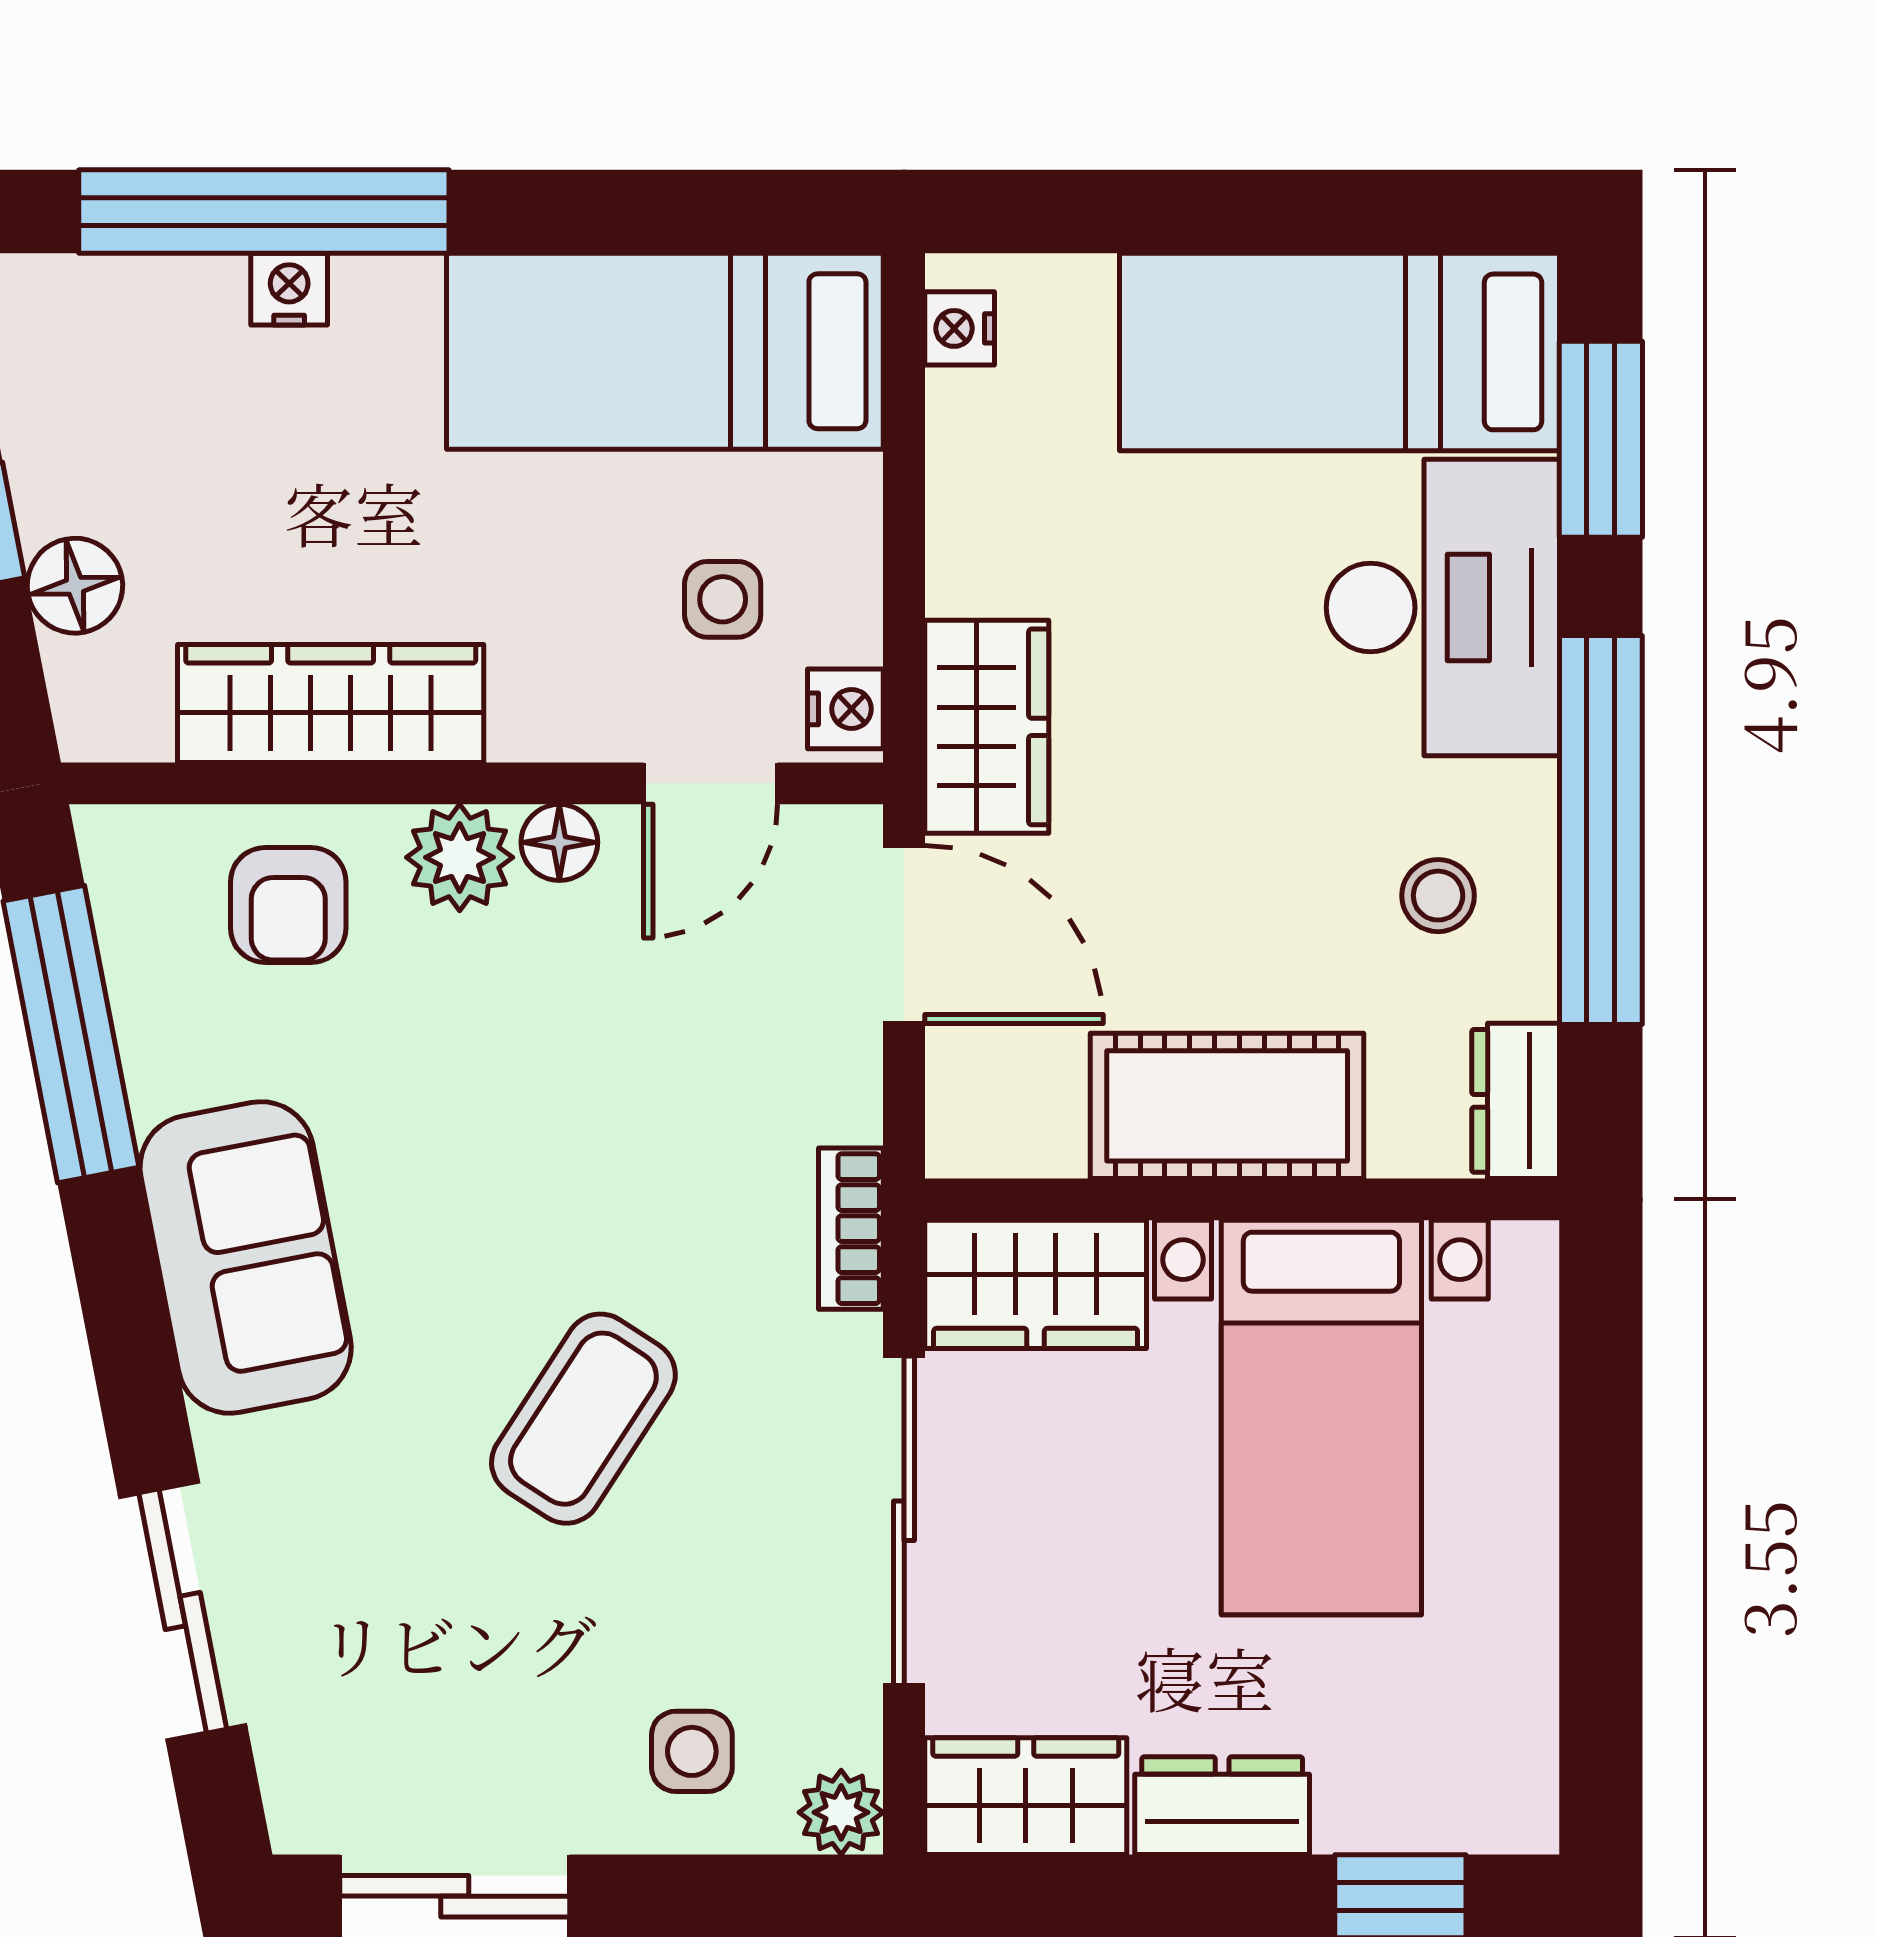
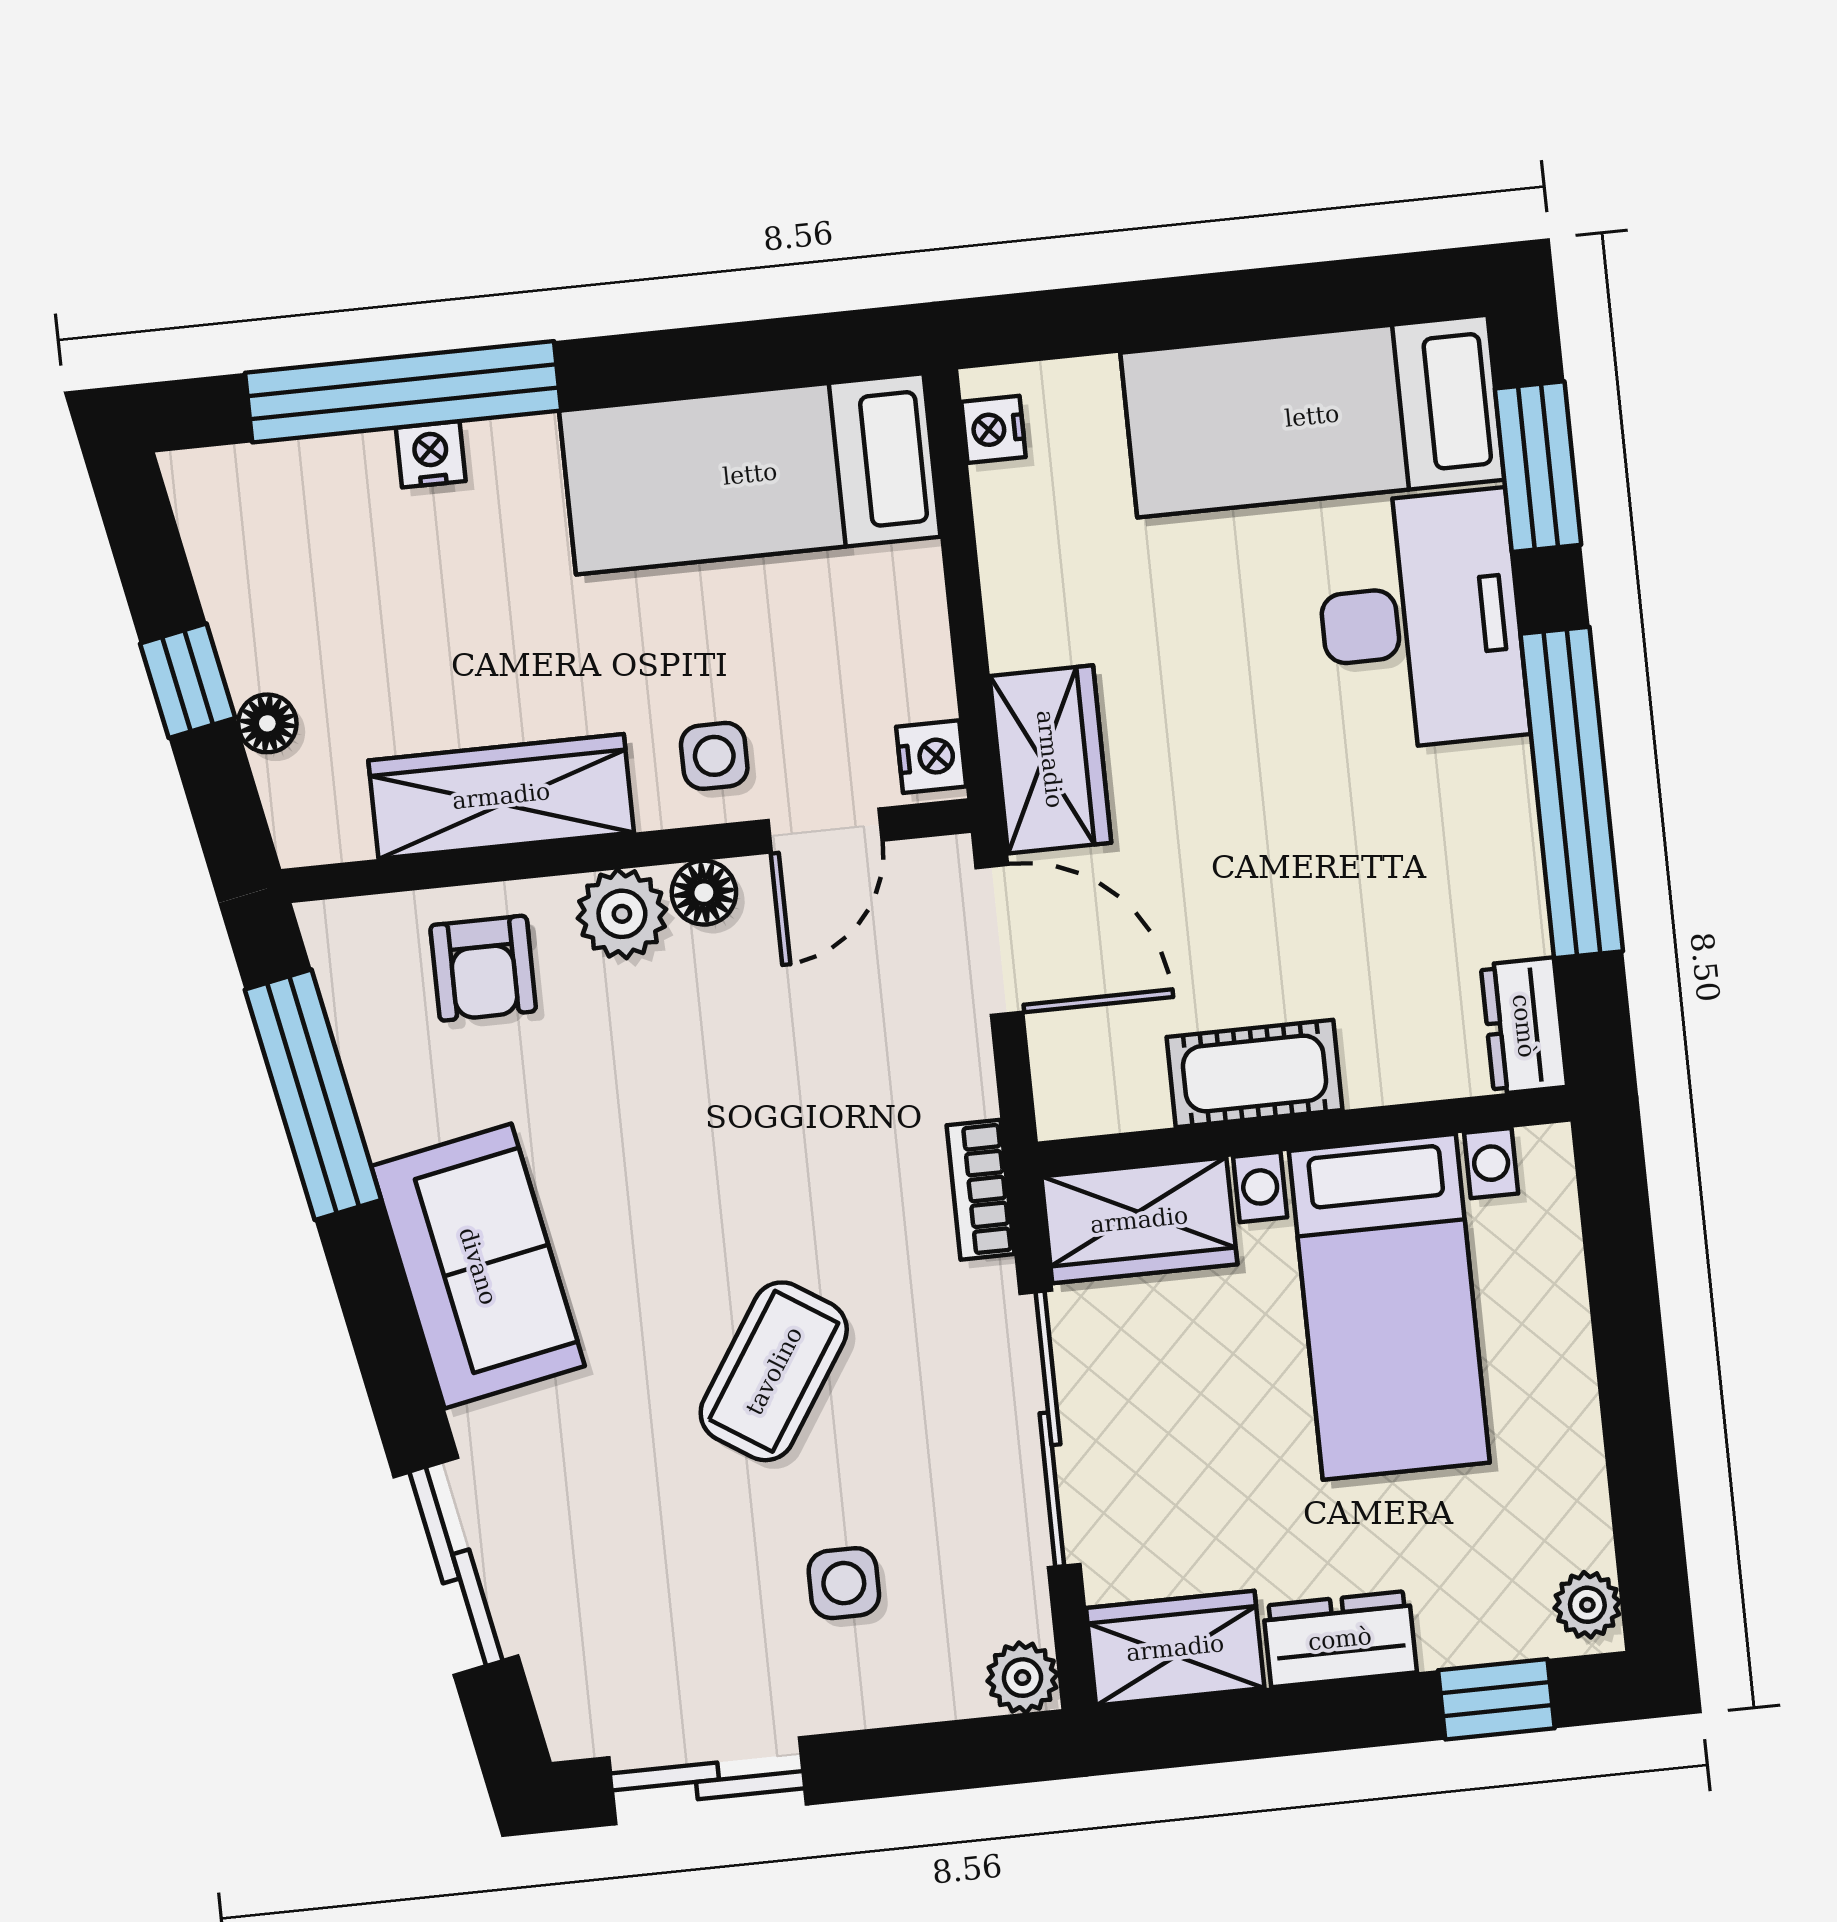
floor lamp: (75, 586) -> (267, 723), width x0.73, depth x0.73
side table: (723, 599) -> (714, 756), moved
stool: (1438, 896) -> (1442, 861), removed
cot: (1227, 1106) -> (1255, 1073), width x0.73, depth x0.75
side table: (692, 1751) -> (844, 1583), moved
plant: (1520, 1795) -> (1587, 1605), added

